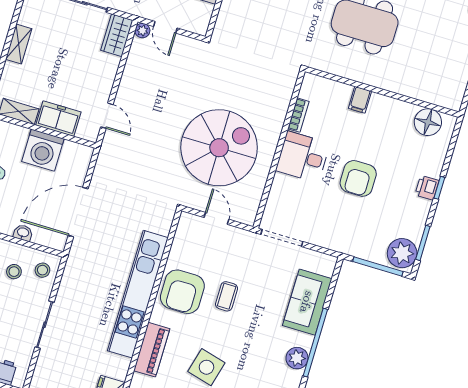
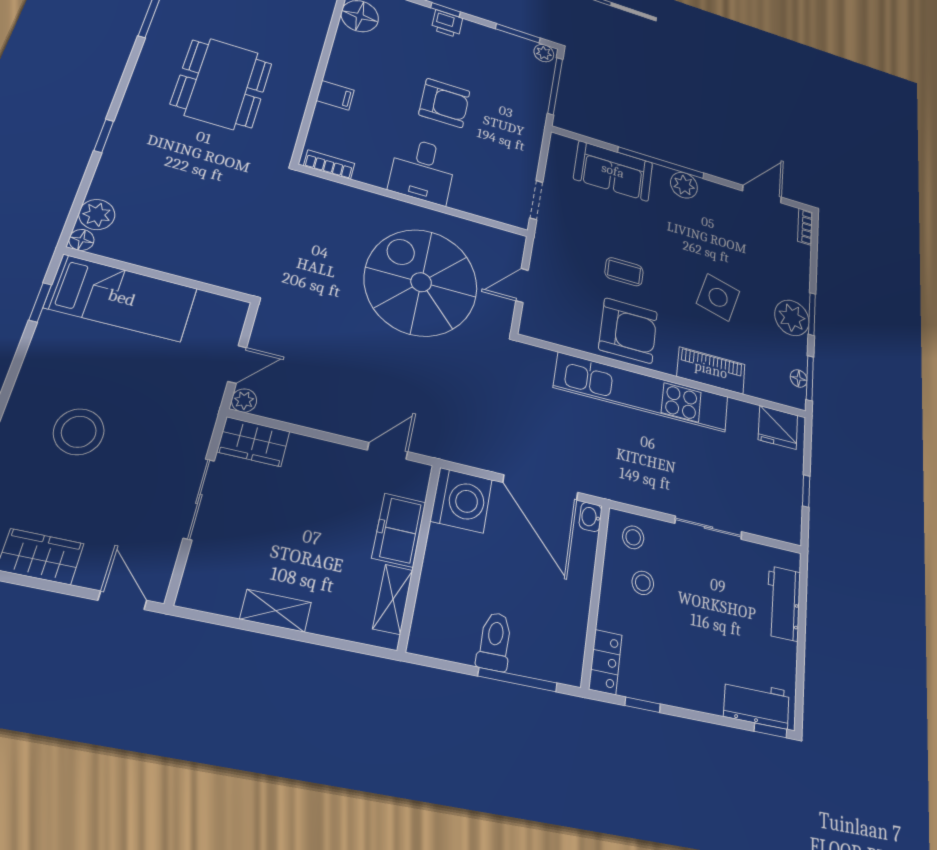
bookcase: (298, 115) -> (329, 165), moved
washing machine: (43, 150) -> (461, 500), moved
washbasin: (23, 233) -> (590, 517), moved
doorway: (282, 238) -> (536, 200), width x0.73
plant: (402, 253) -> (544, 53), width x0.53, depth x0.53

